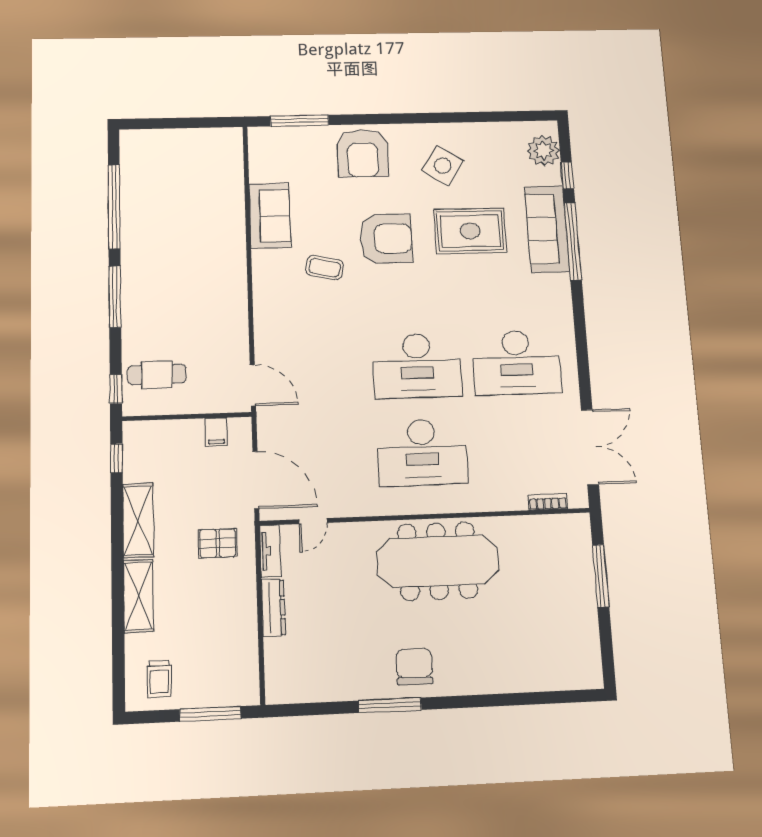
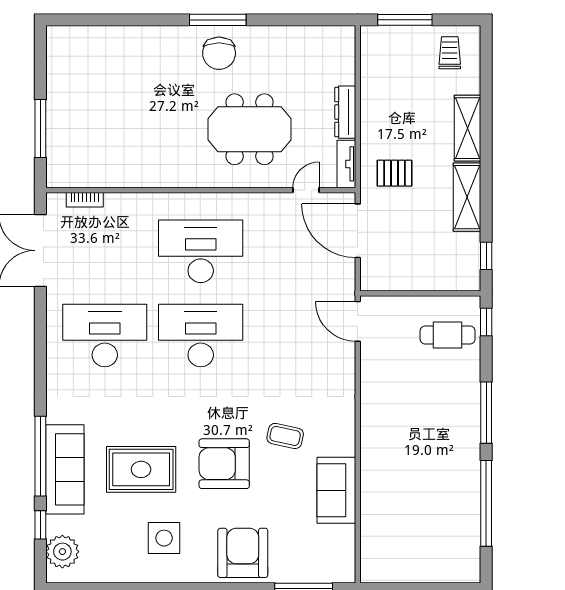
side table: (443, 166) -> (164, 538), turned -33
filing cabinet: (216, 432) -> (393, 278), removed
meeting table: (437, 561) -> (250, 129), moved, width x0.73
window: (390, 705) -> (218, 20), moved

